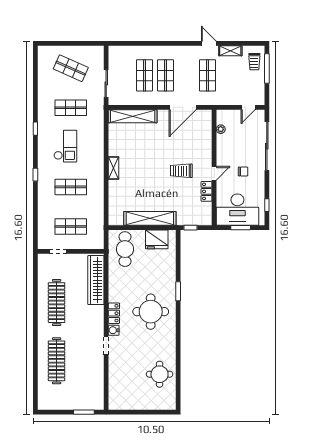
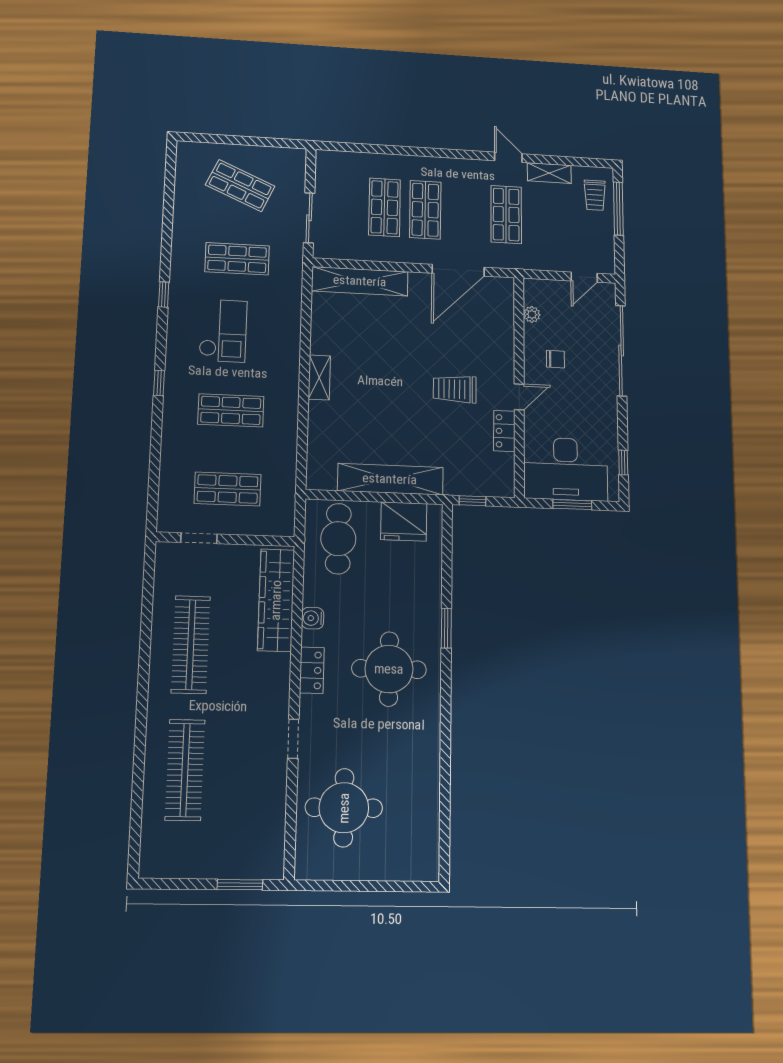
chair: (243, 171) -> (555, 359), moved
water cooler: (114, 330) -> (313, 618), moved
round table: (160, 374) -> (344, 808), moved, width x1.36, depth x1.36

